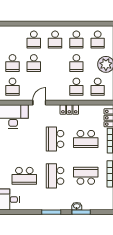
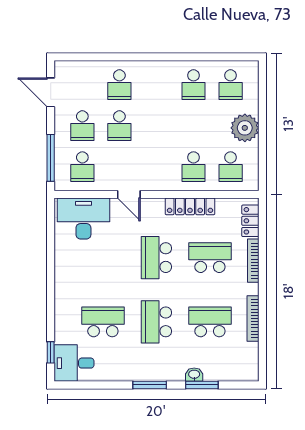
school desk: (55, 40) -> (156, 85), removed
school desk: (76, 63) -> (193, 126), removed
door: (39, 103) -> (129, 194), swing flipped
locker: (69, 110) -> (190, 206), width x1.53
school desk: (86, 139) -> (210, 258), turned 180
school desk: (24, 176) -> (103, 322), turned 180

